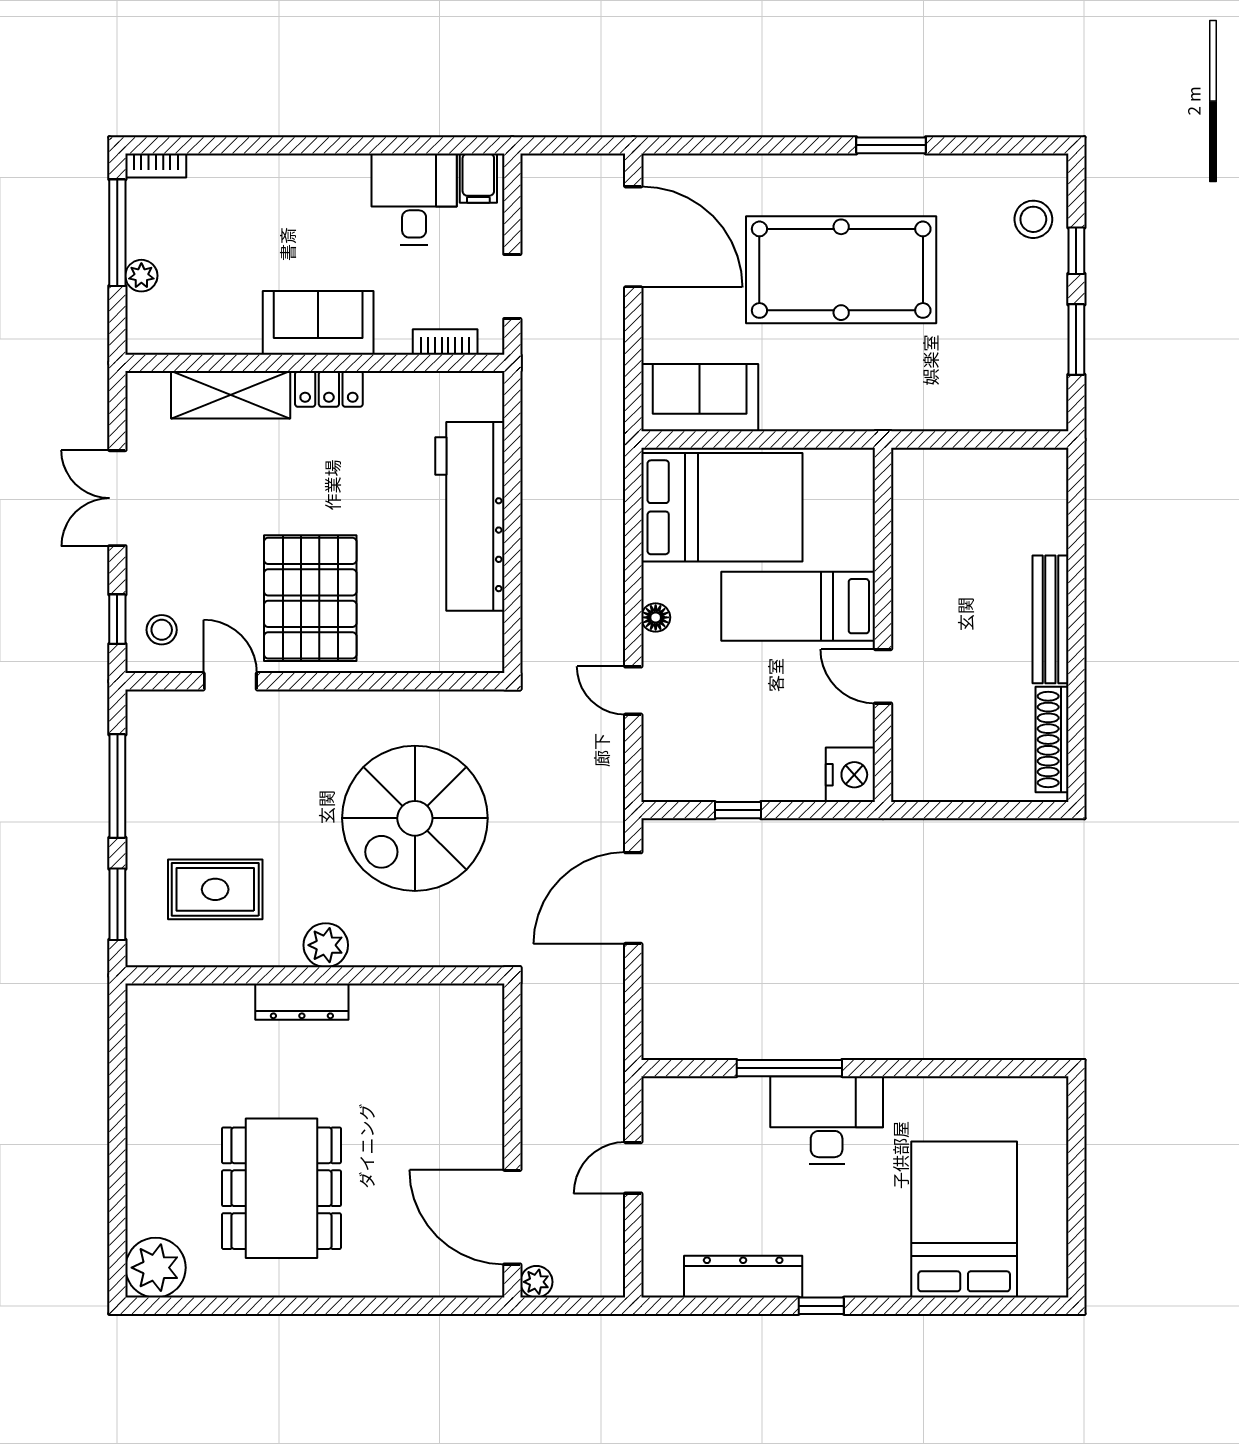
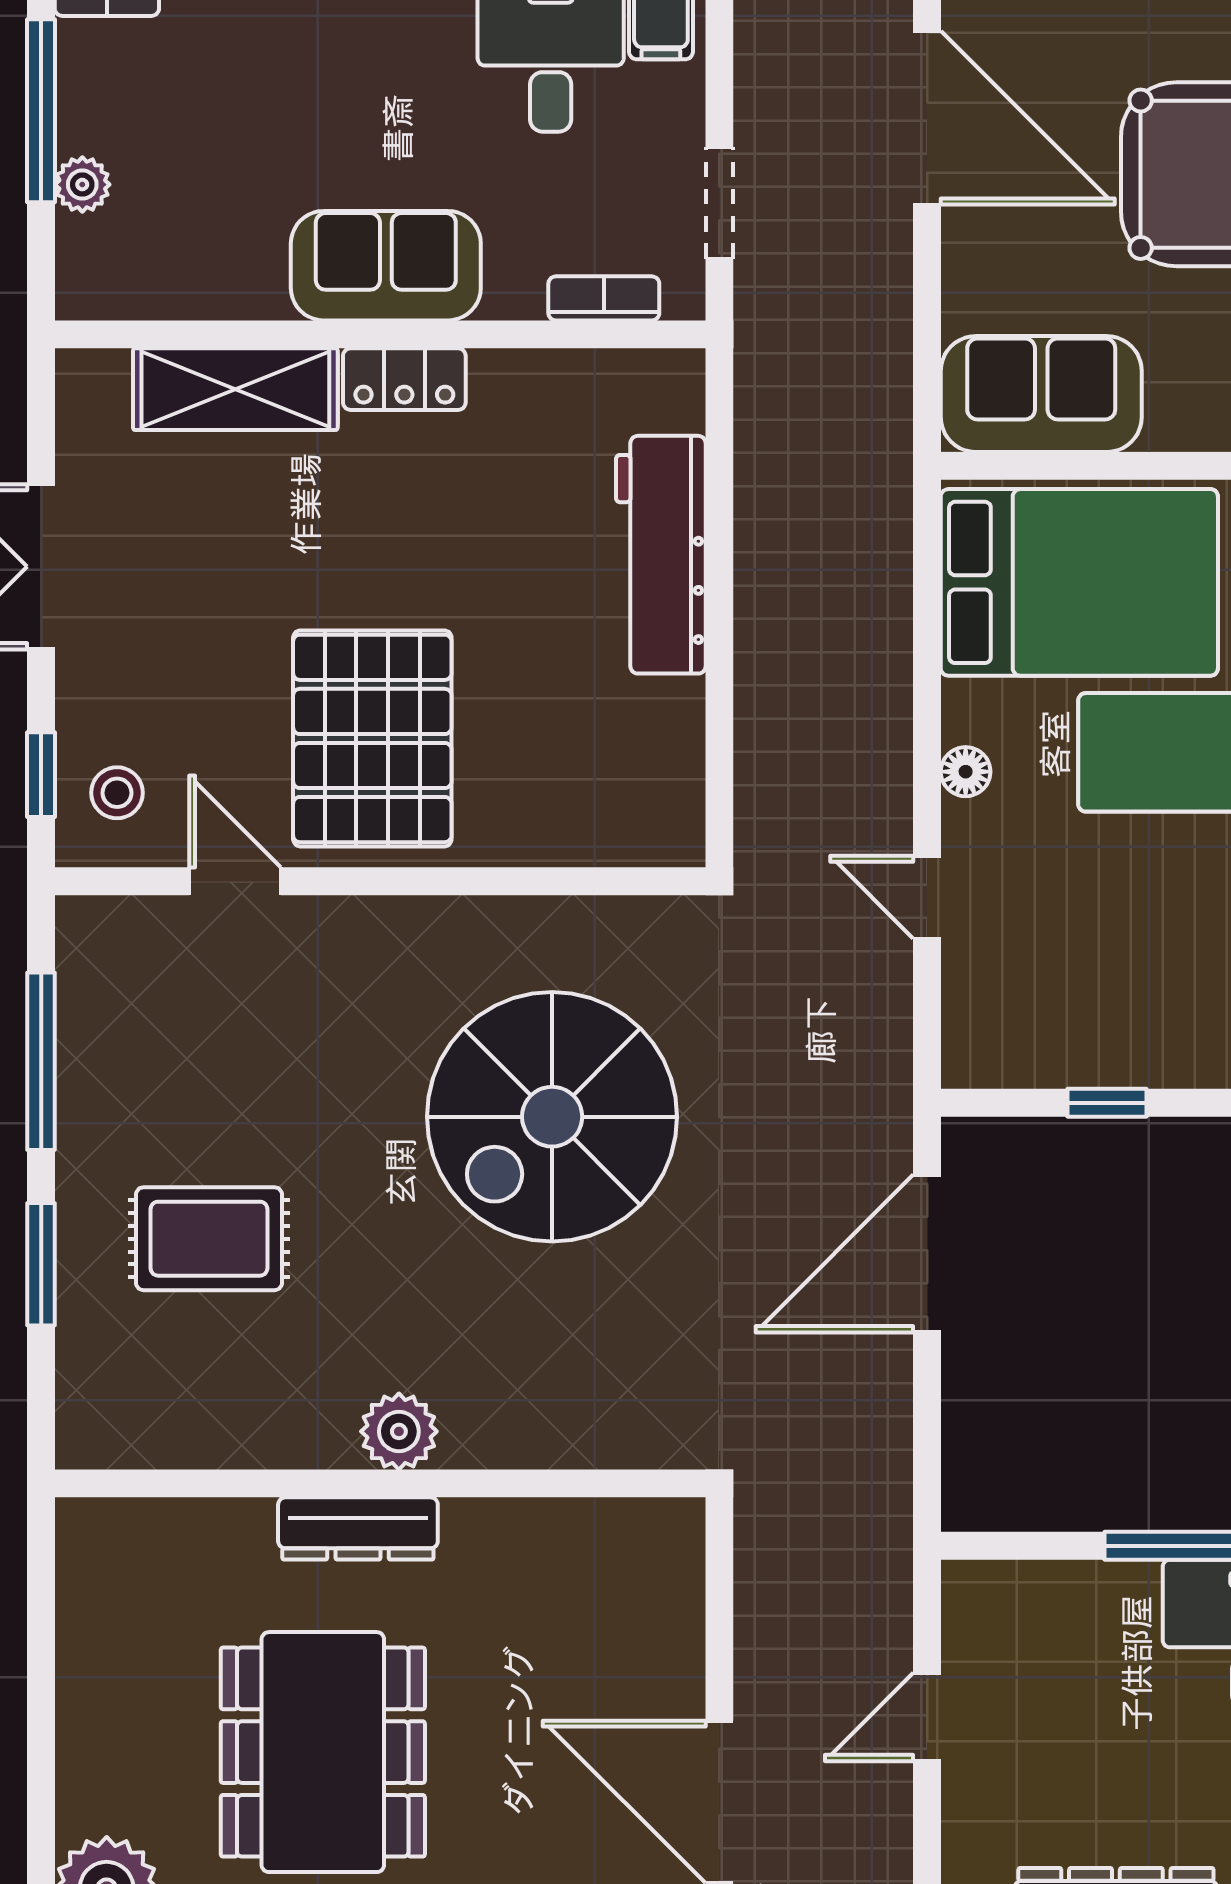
workbench: (470, 516) -> (661, 555), width x0.73, depth x0.76
plant: (326, 945) -> (399, 1431), moved
wall: (315, 975) -> (380, 1483), moved
dresser: (302, 1002) -> (358, 1528), moved

